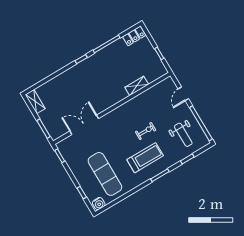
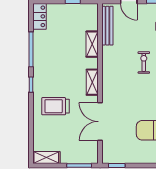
trolley: (76, 86) -> (56, 106), added
bench: (157, 89) -> (107, 26), added
shelving: (109, 102) -> (92, 82), added

